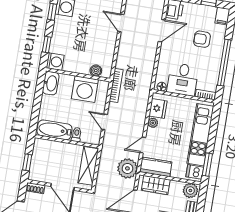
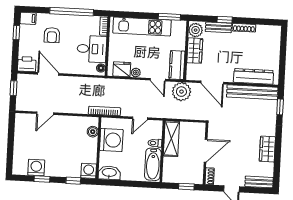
shelving: (88, 166) -> (171, 139), moved, turned 90
dishwasher: (195, 172) -> (178, 28), removed
wardrobe: (156, 185) -> (195, 51), moved

